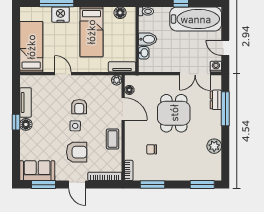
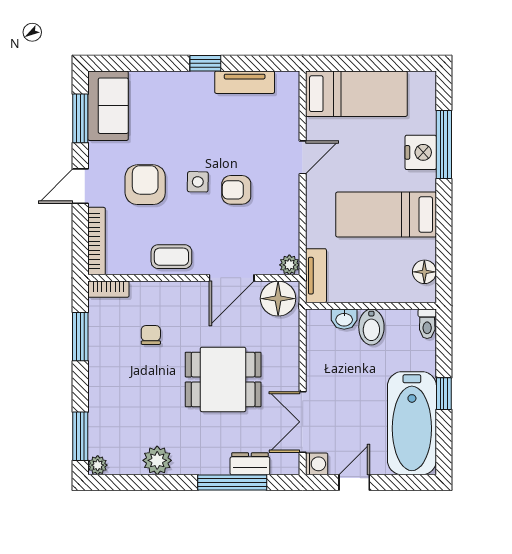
floor lamp: (129, 90) -> (278, 299), width x1.89, depth x1.89
floor lamp: (26, 124) -> (201, 83), removed
armchair: (77, 152) -> (145, 185), turned 180
plant: (217, 176) -> (98, 465), added

